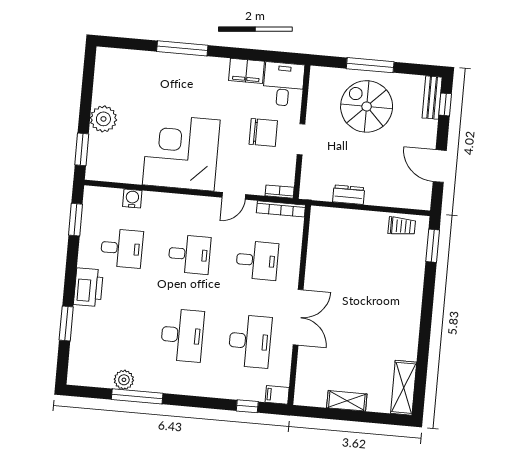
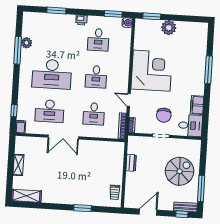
window: (370, 65) -> (201, 188), moved
water cooler: (132, 198) -> (127, 23), moved
window: (433, 246) -> (83, 208), moved
printer: (88, 287) -> (81, 20), width x0.53, depth x0.68
desk: (182, 335) -> (52, 74), width x1.36, depth x1.30

